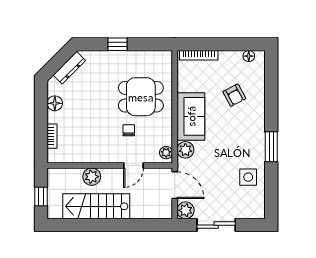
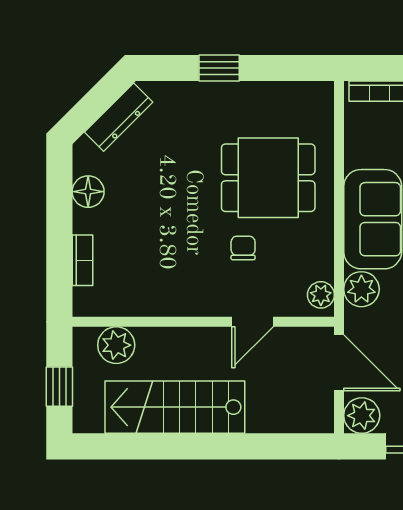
plant: (92, 177) -> (116, 345), moved

